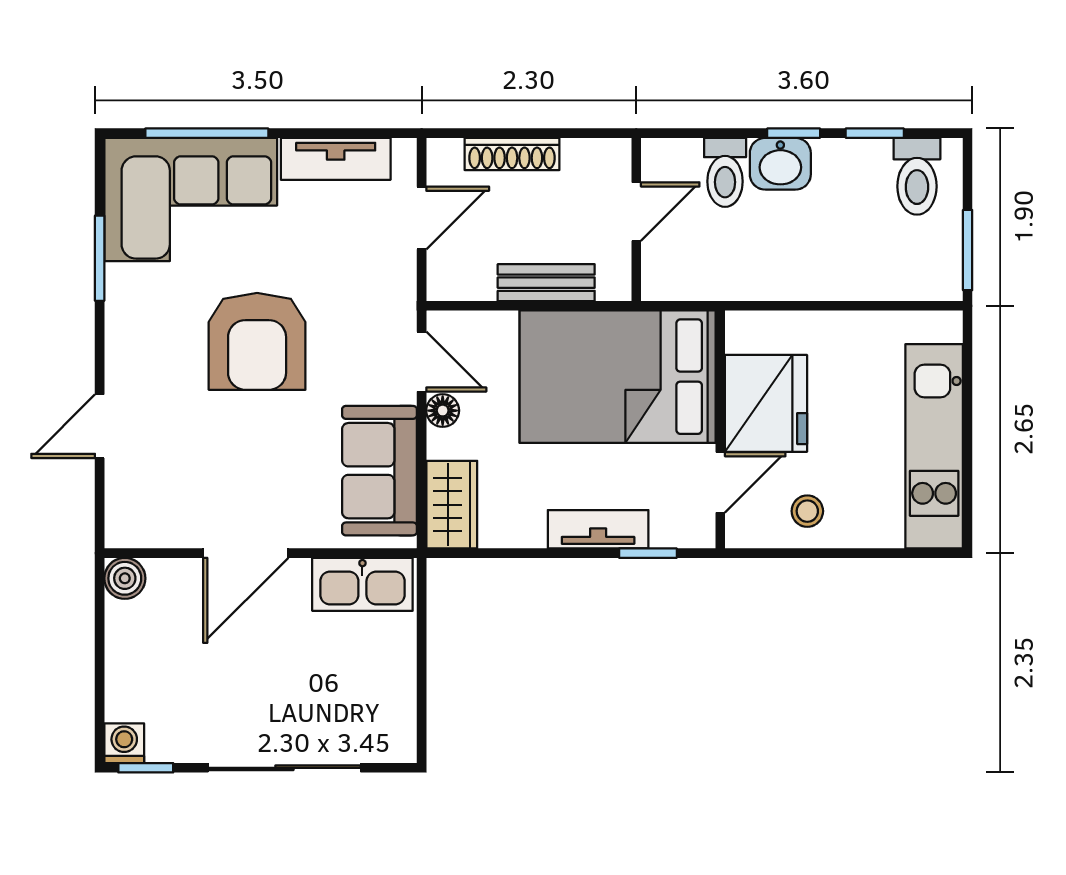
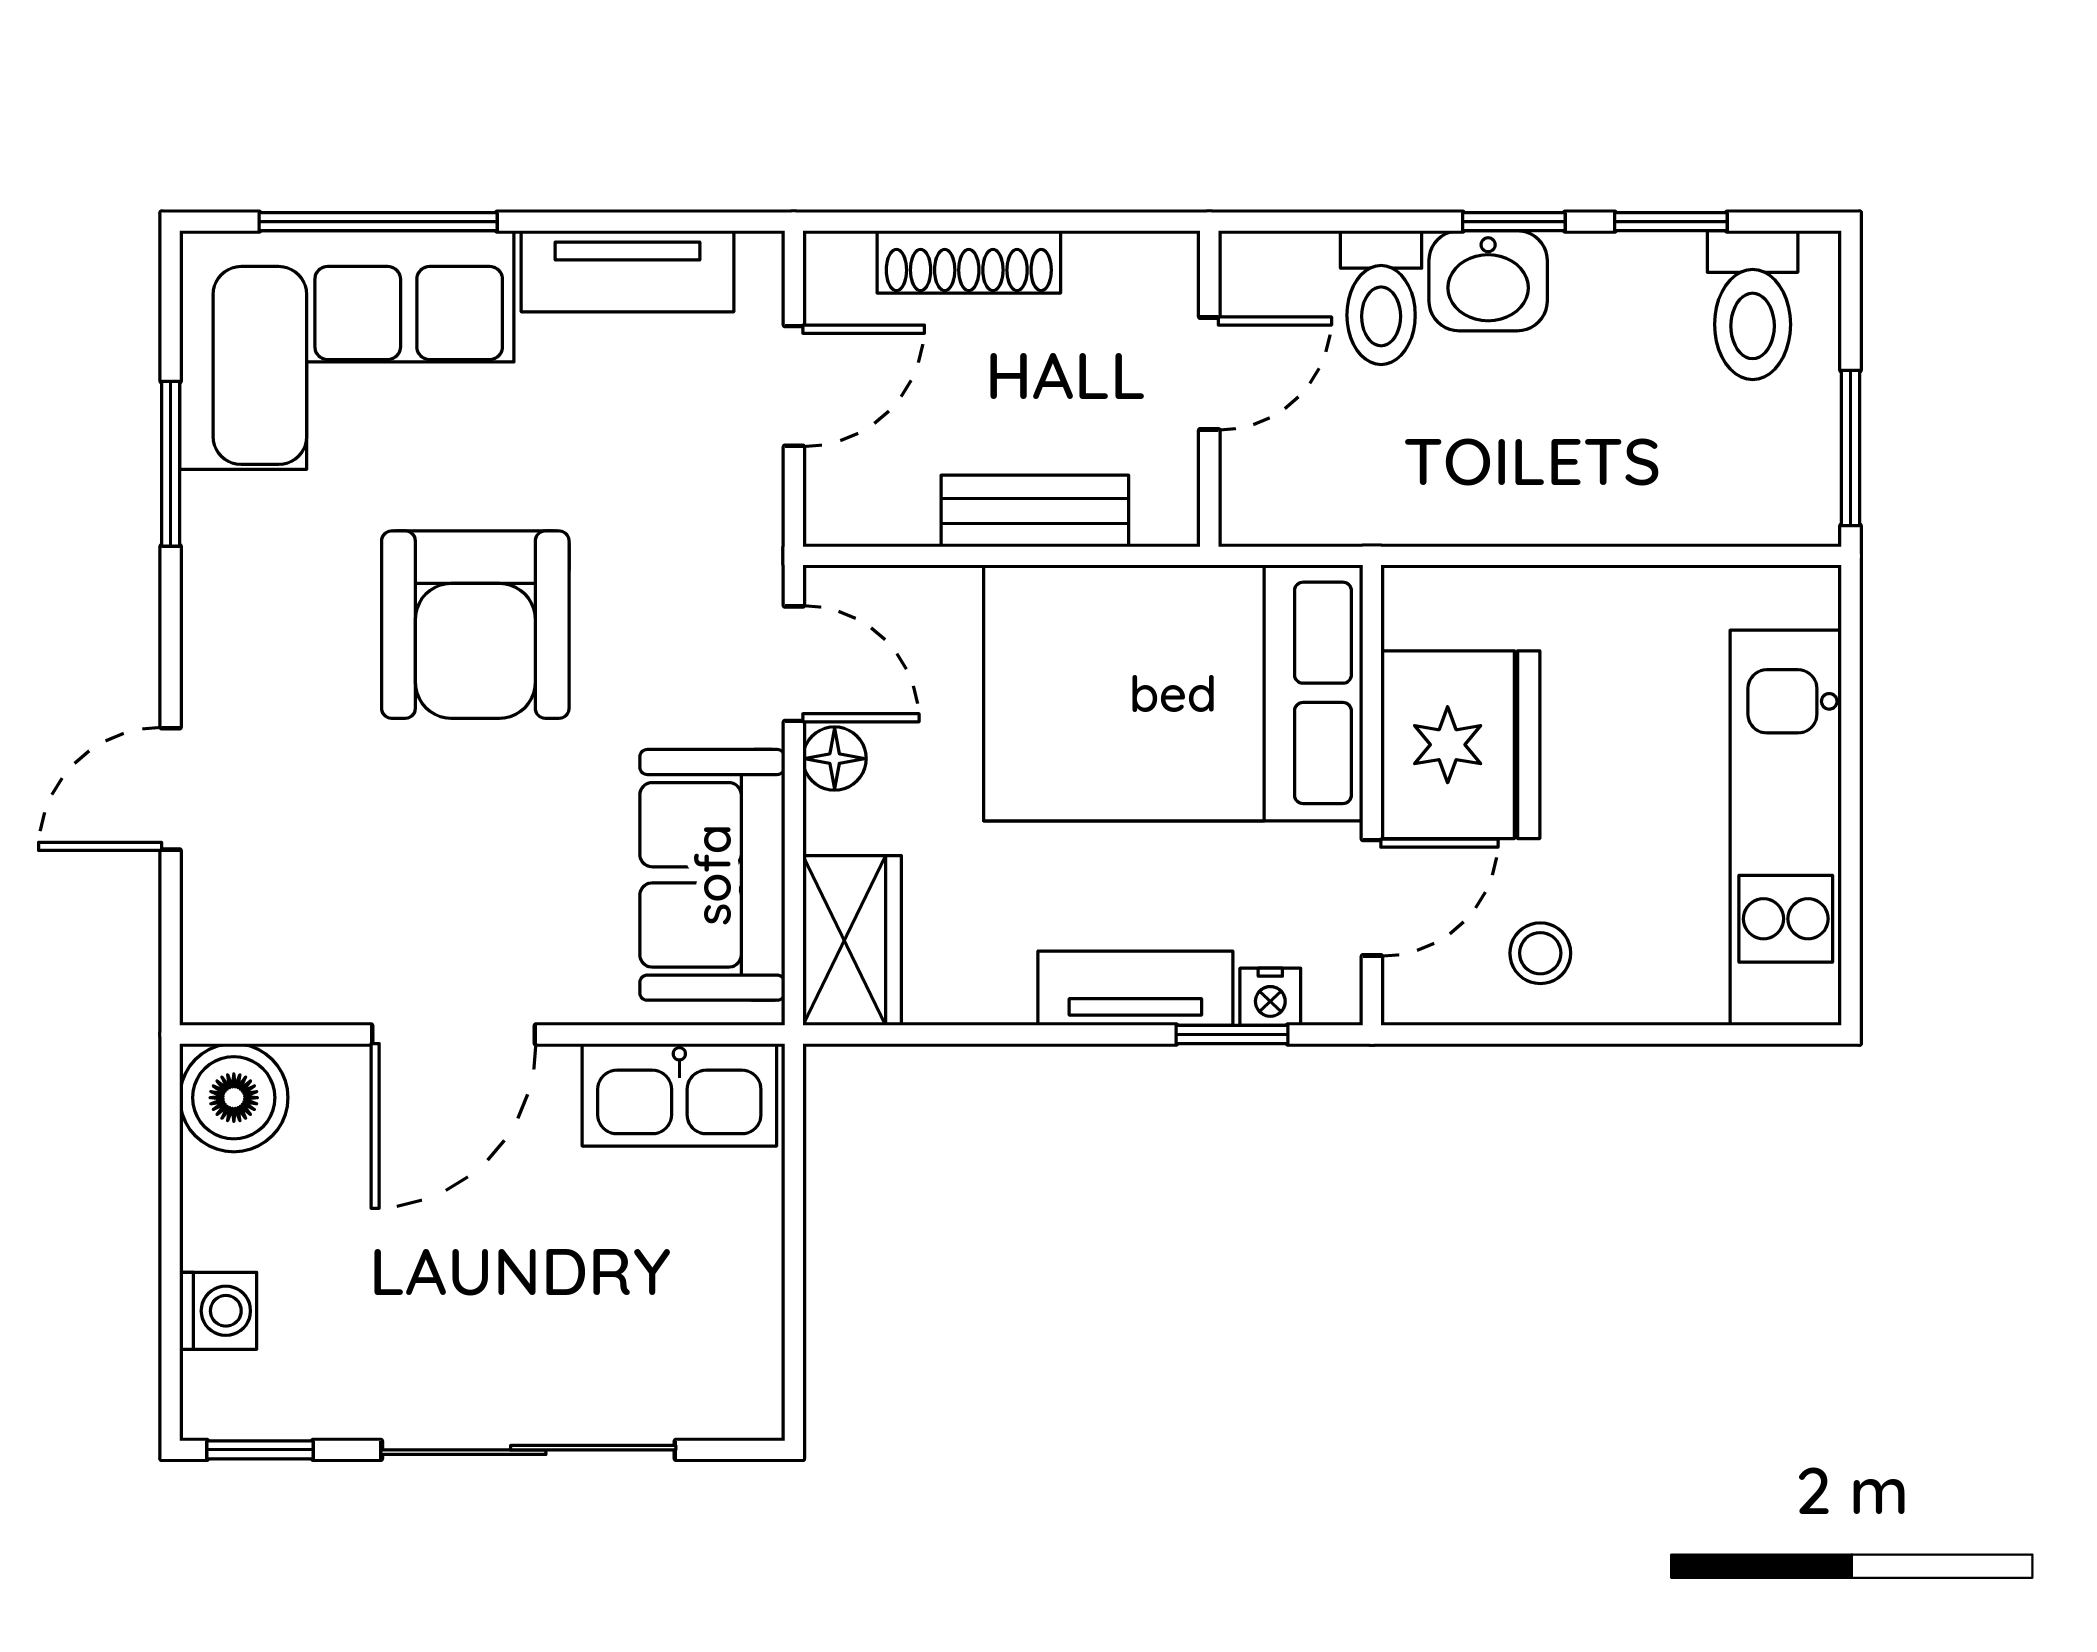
nightstand: (668, 534) -> (1270, 997), added
boiler: (125, 578) -> (234, 1098), width x1.36, depth x1.36
washing machine: (124, 743) -> (218, 1311), moved, turned 90

